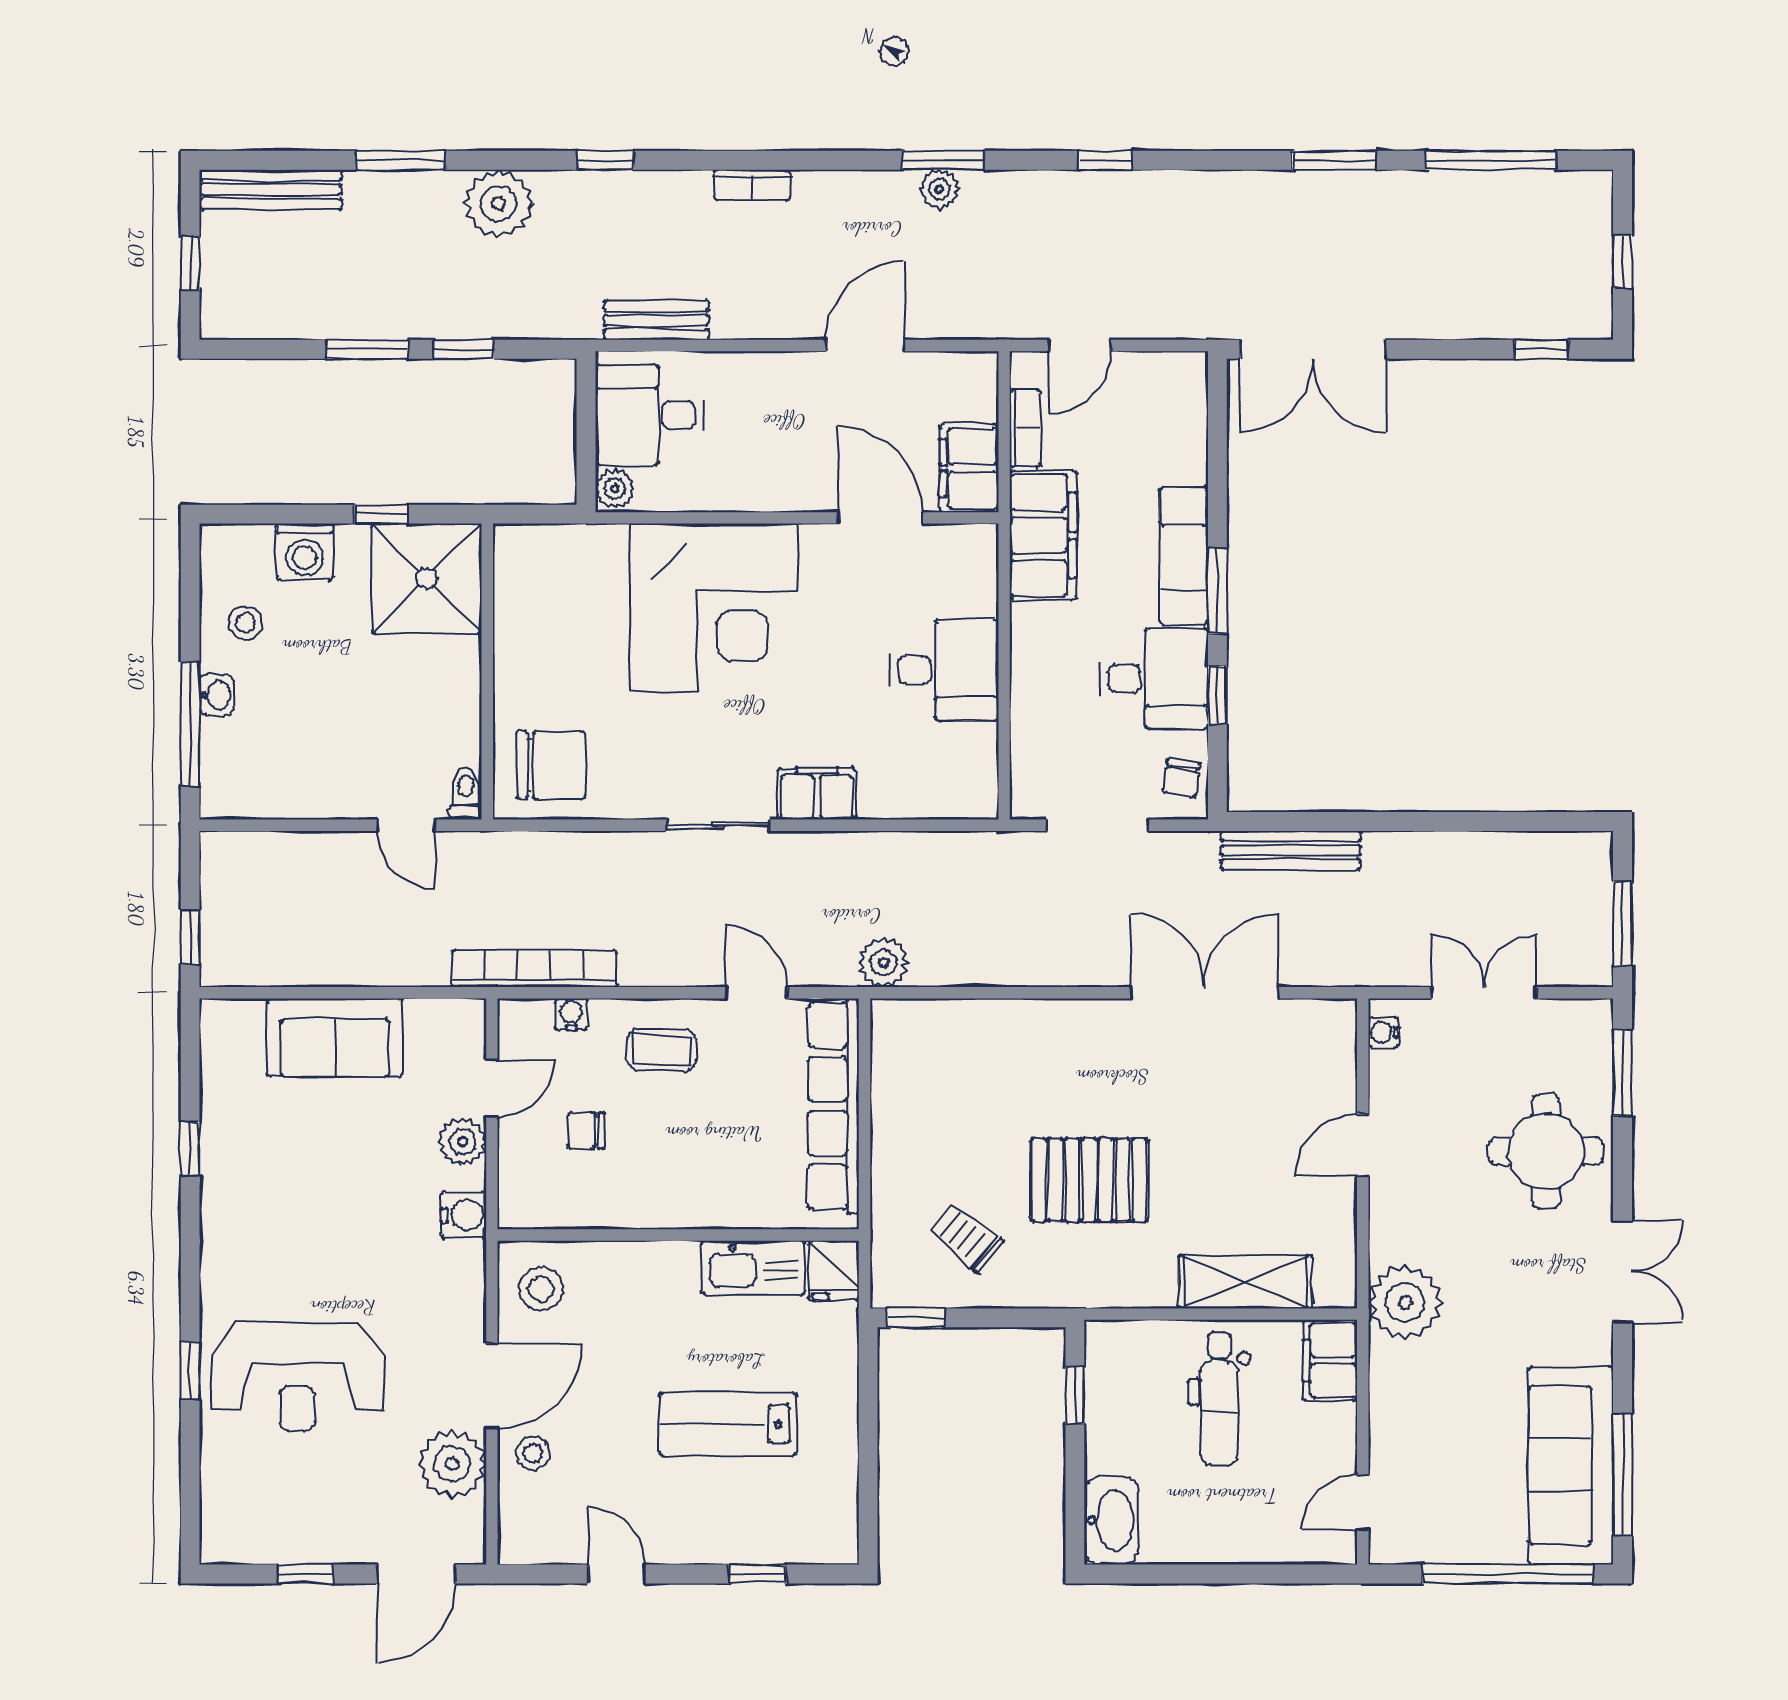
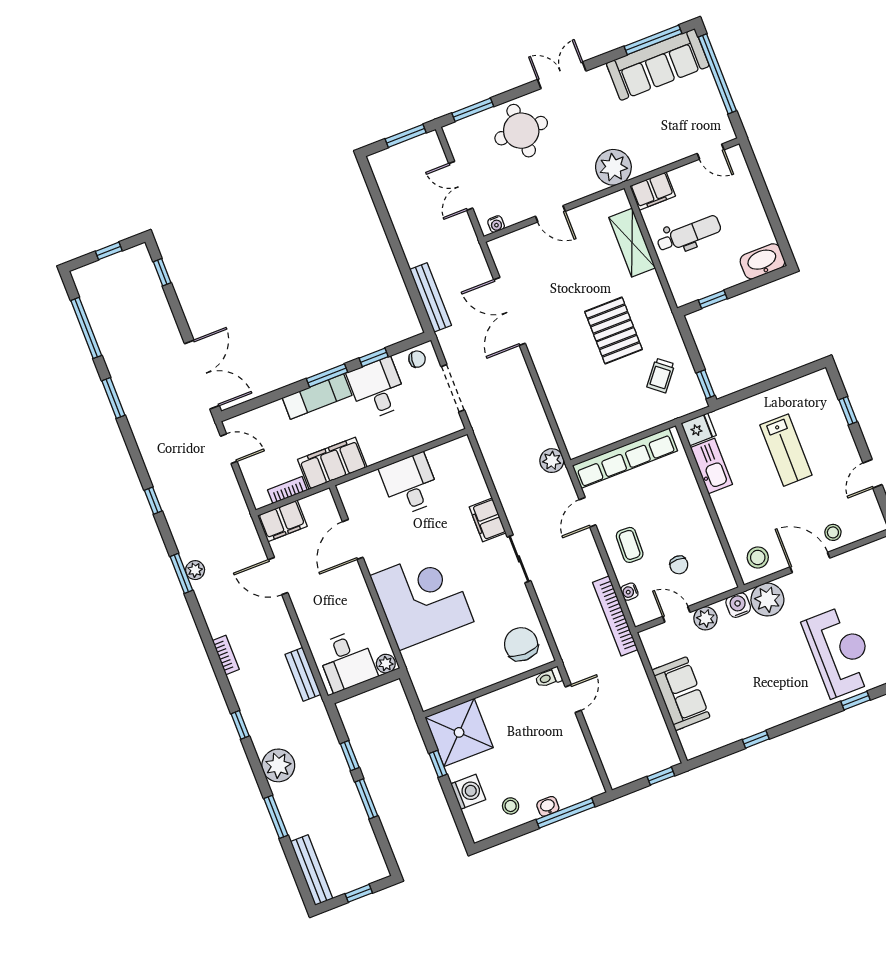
door: (1080, 346) -> (229, 449), moved
filing cabinet: (969, 468) -> (282, 521), moved
plant: (452, 1464) -> (767, 600), moved

